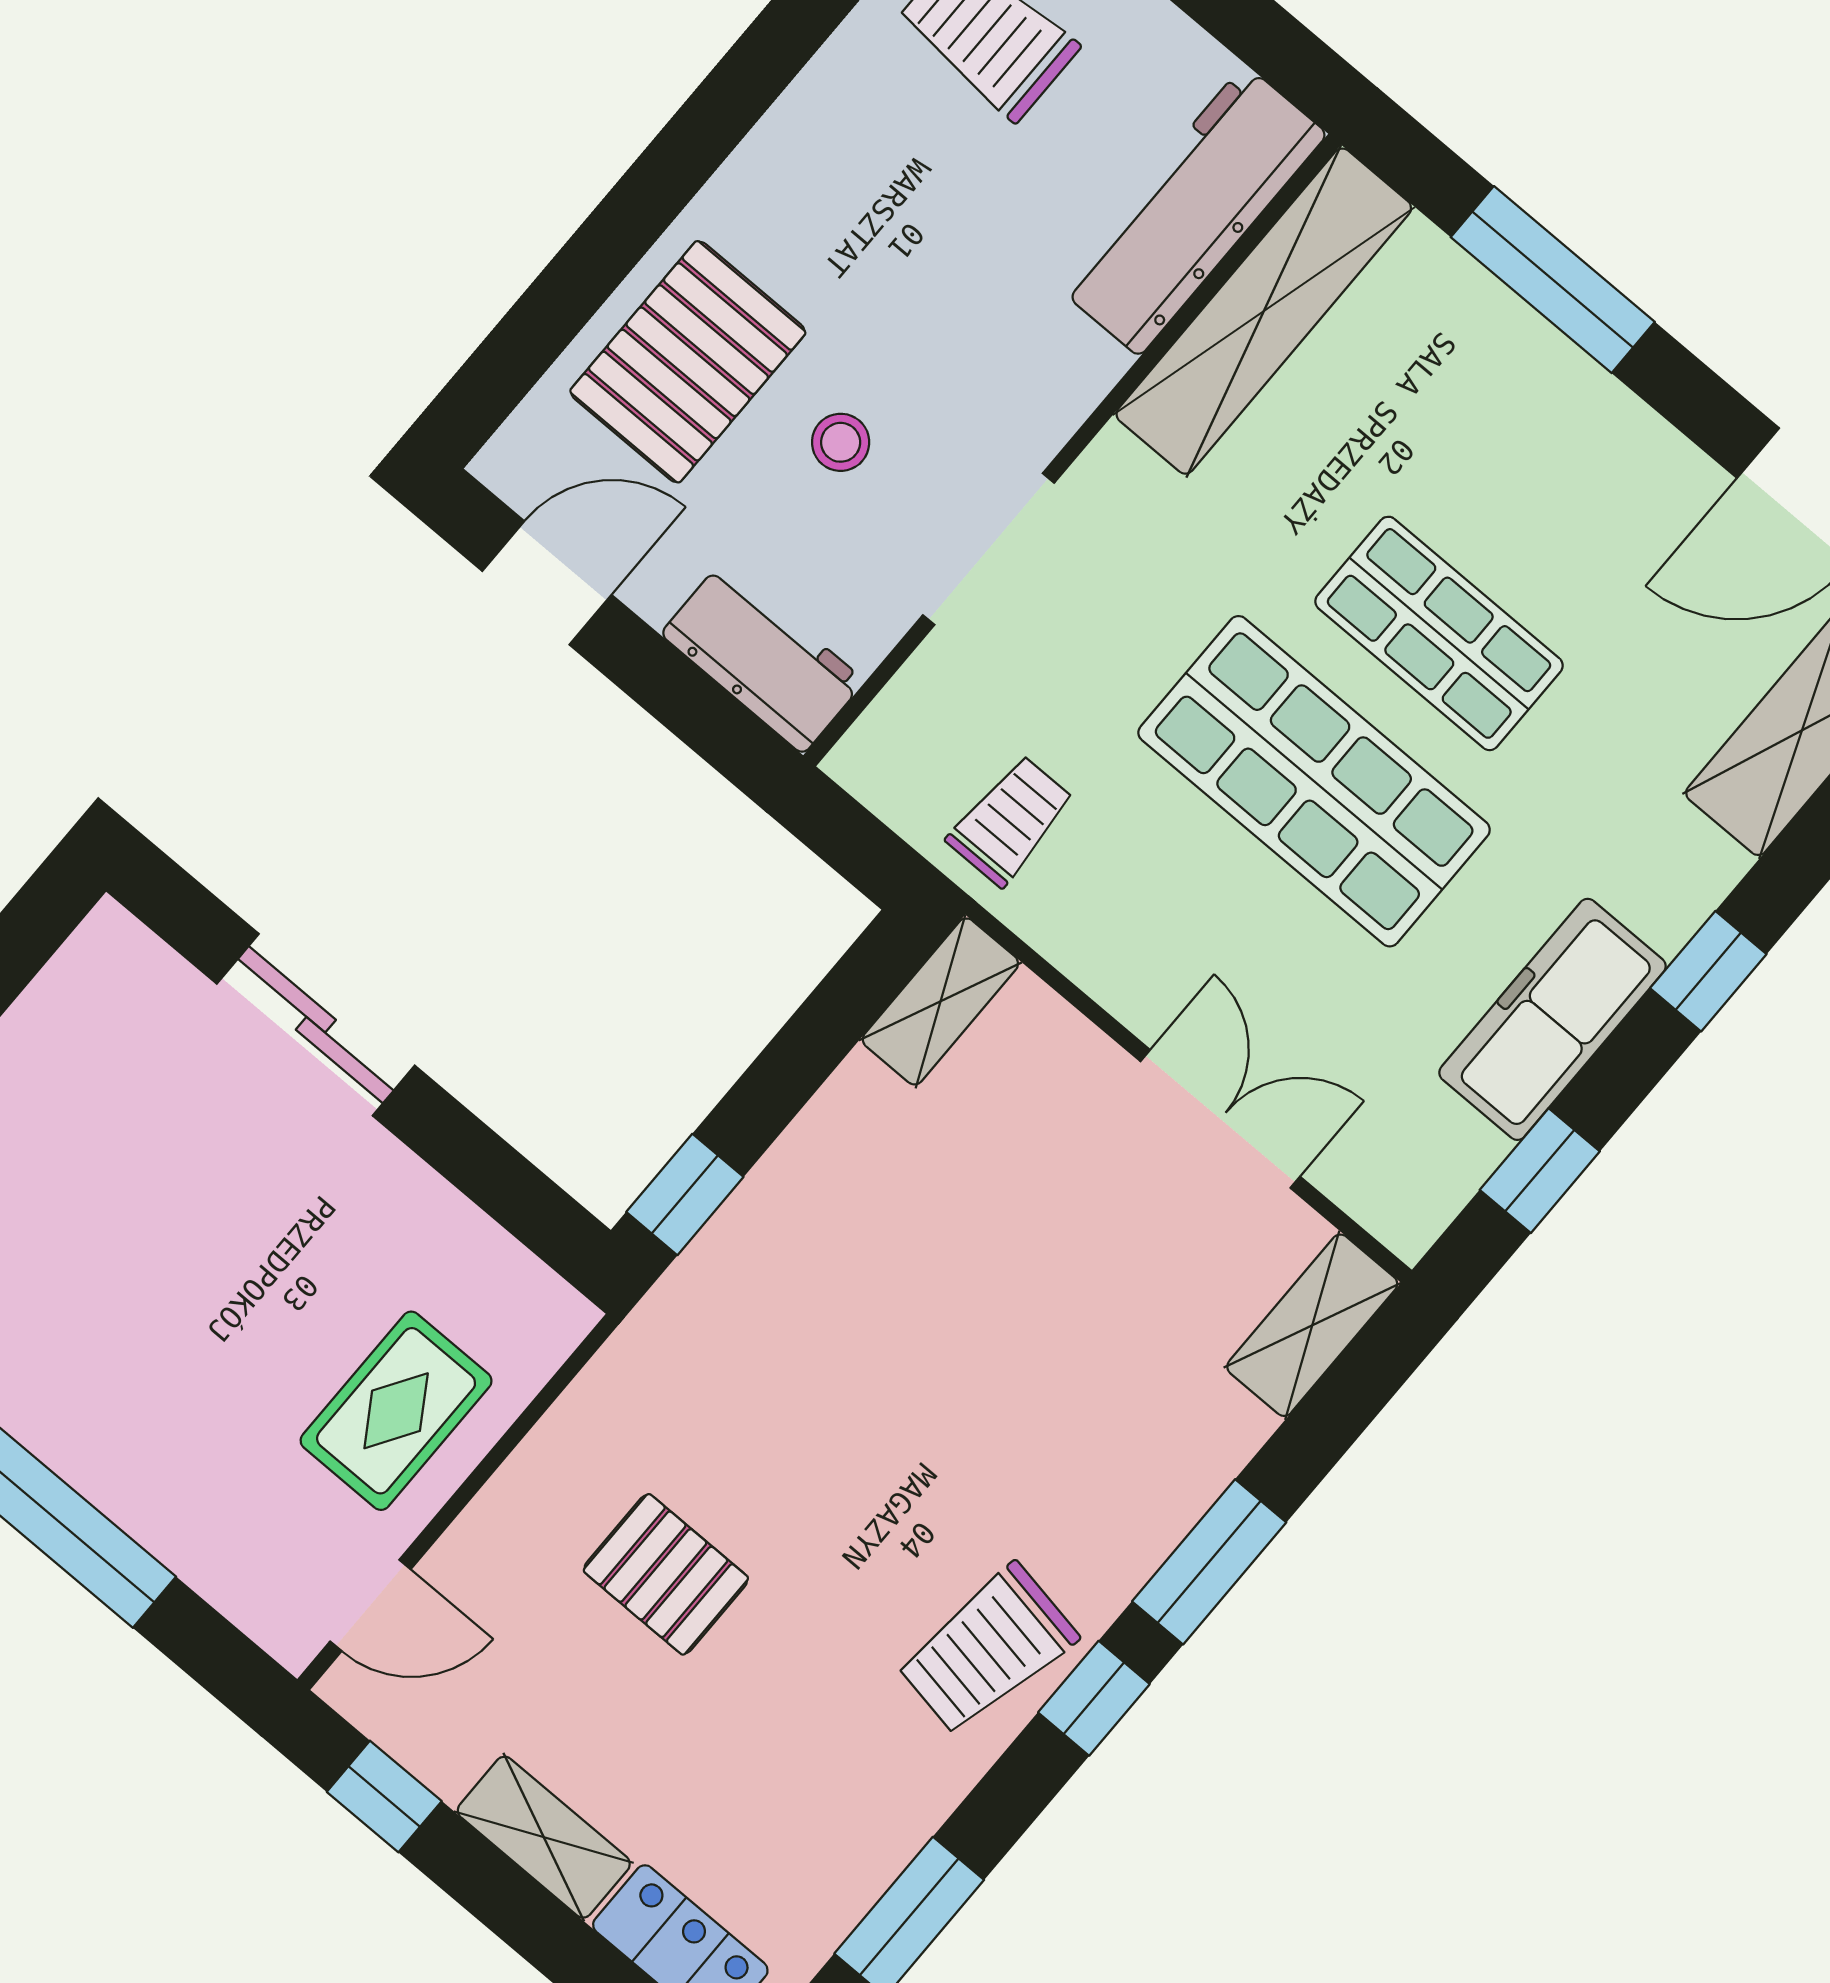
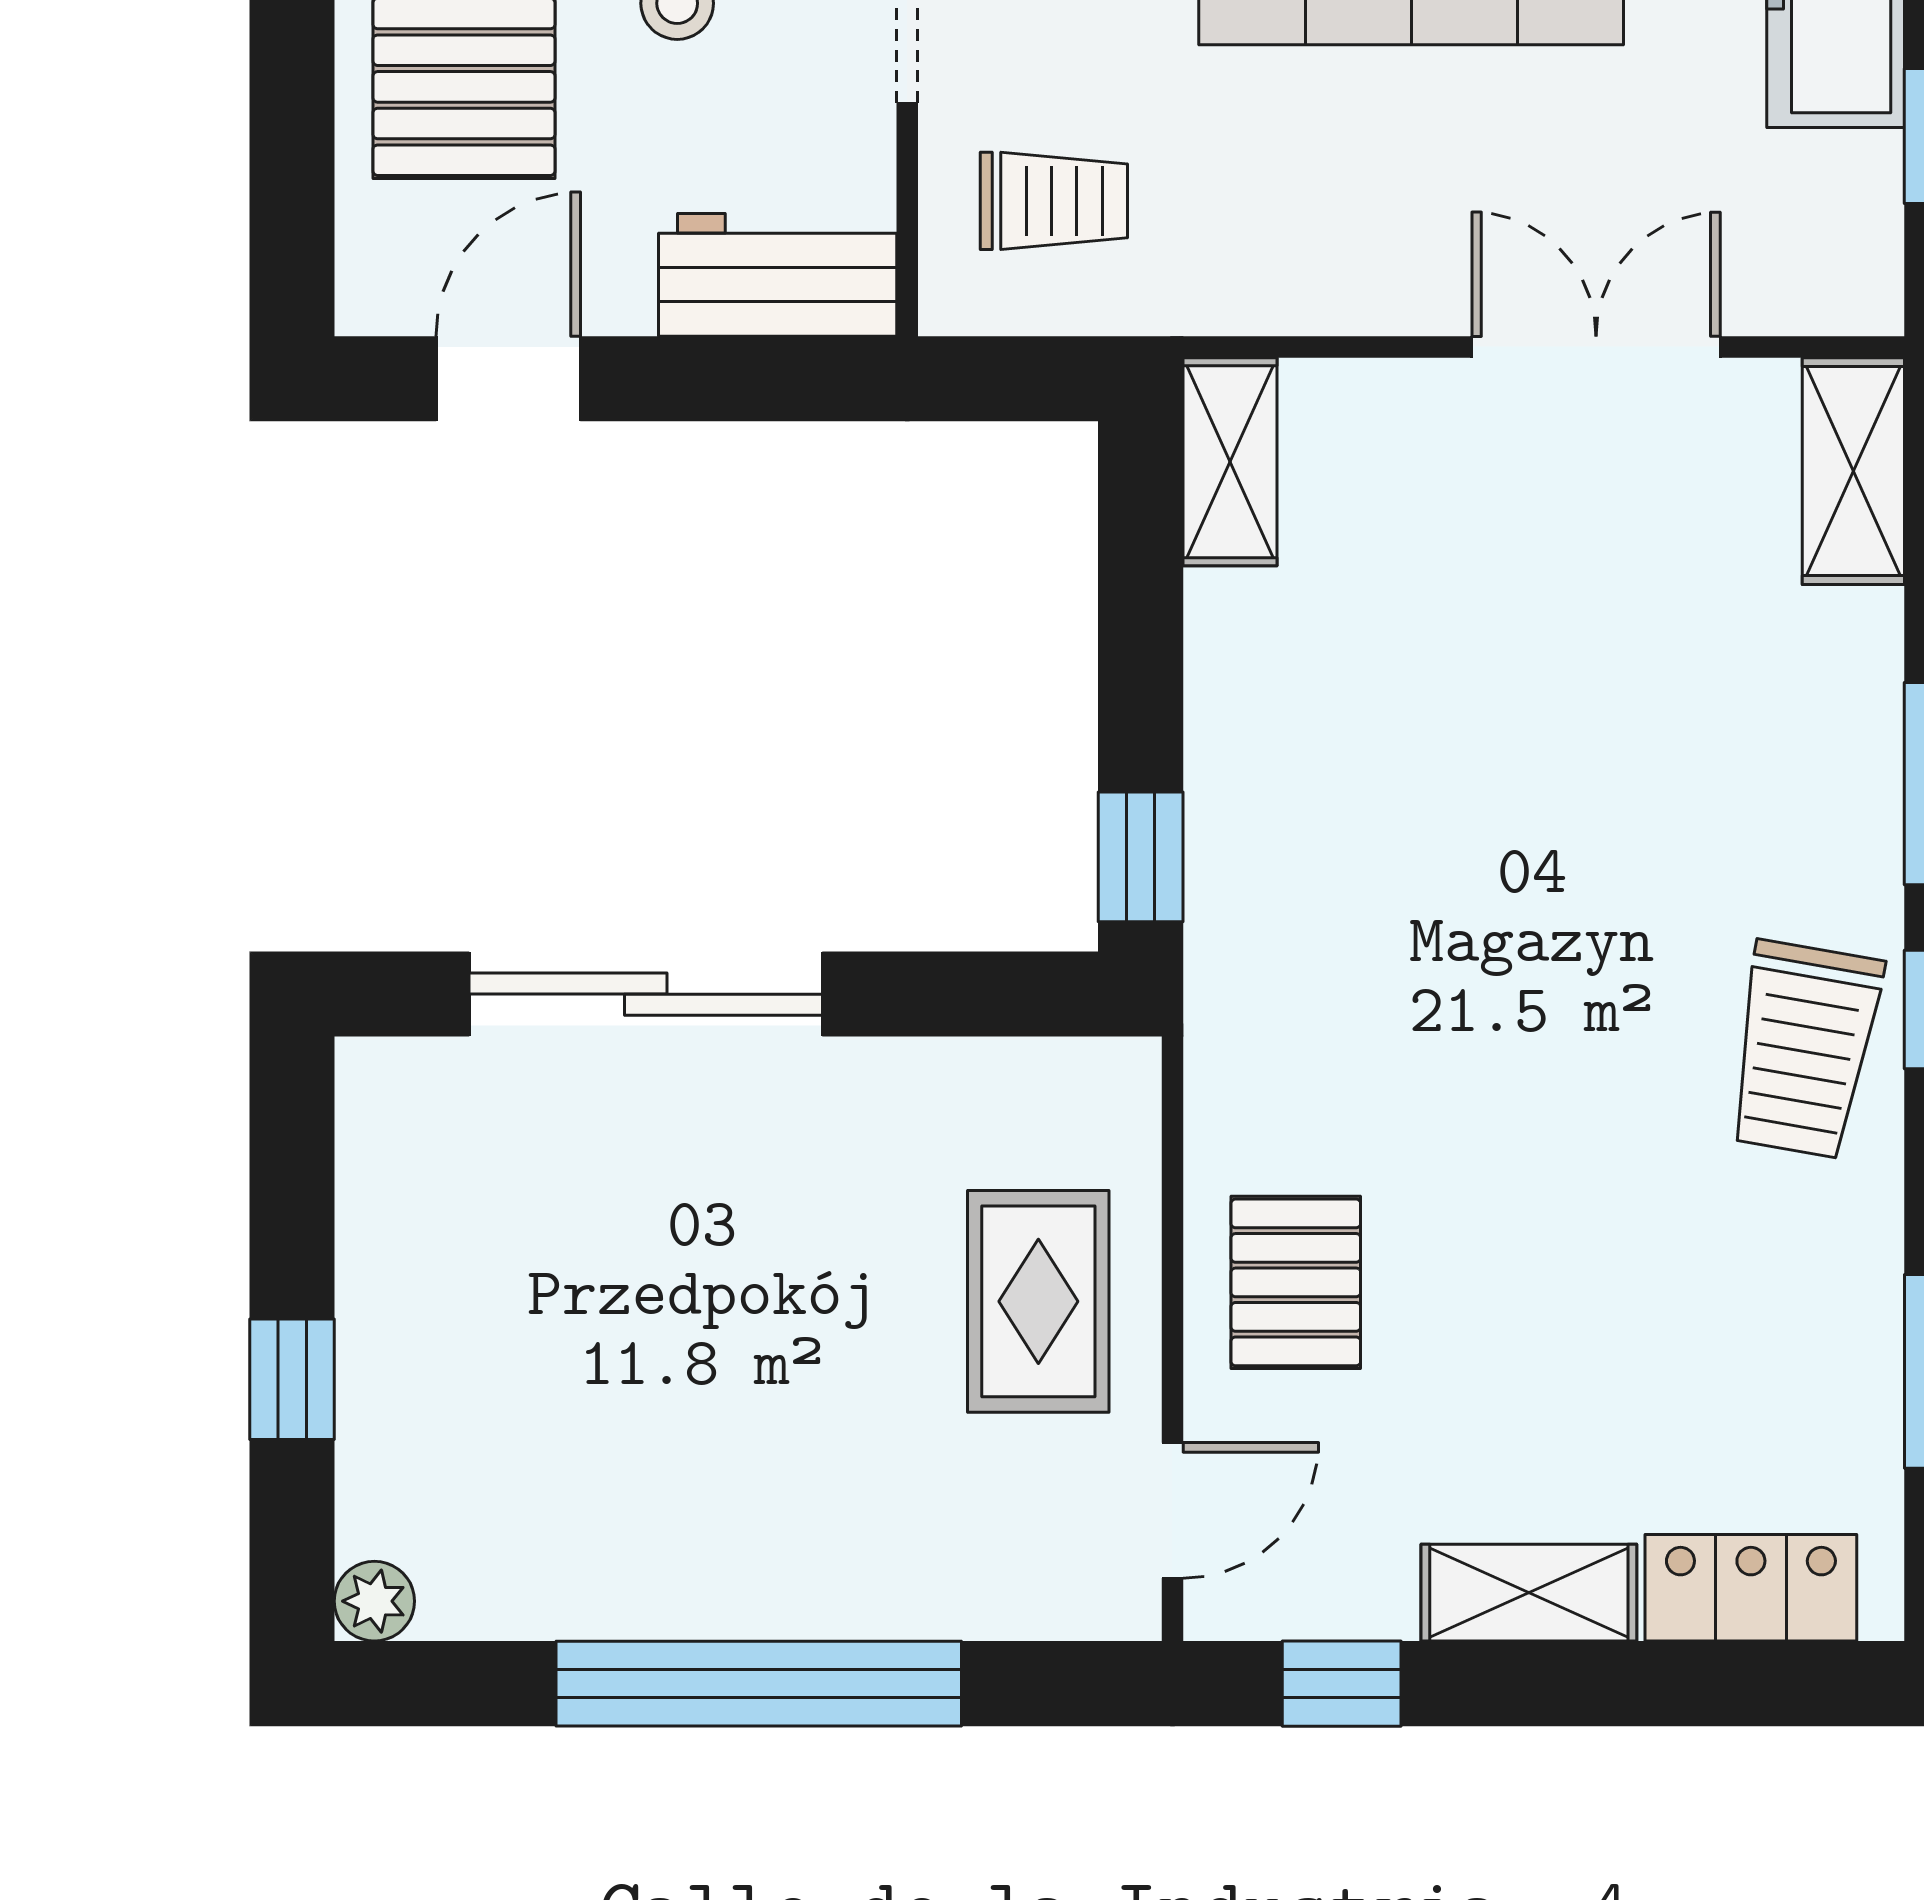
trolley: (1011, 821) -> (1054, 201), moved, turned 90
sliding door: (316, 1025) -> (646, 994), width x1.37
pallet: (666, 1574) -> (1296, 1282), moved, turned 90

